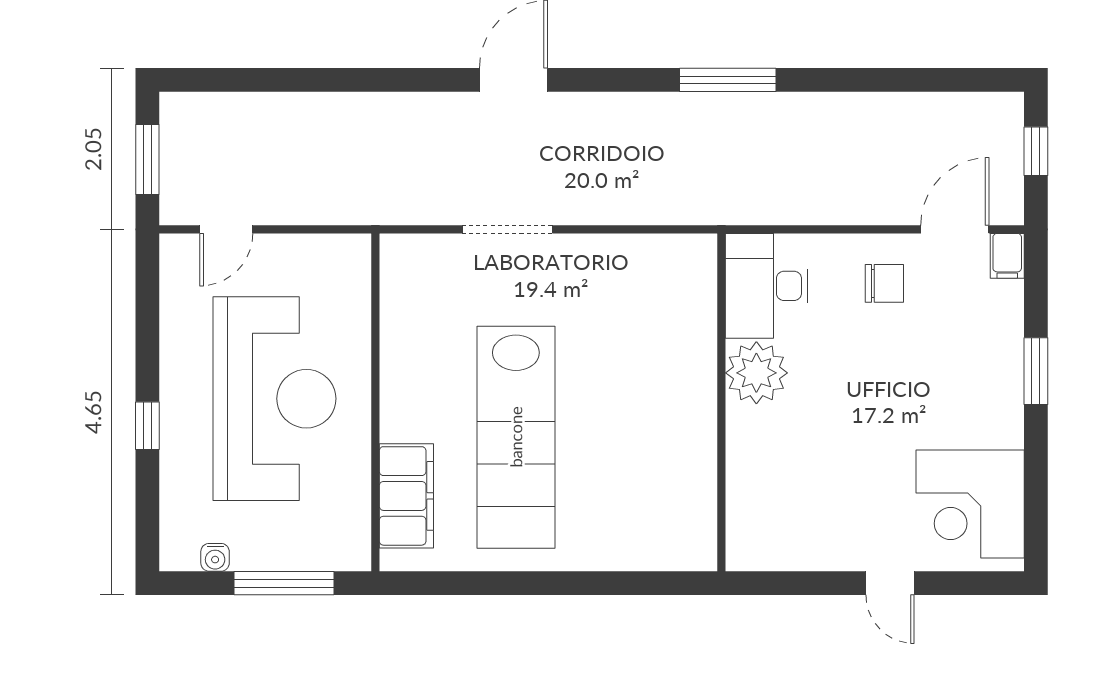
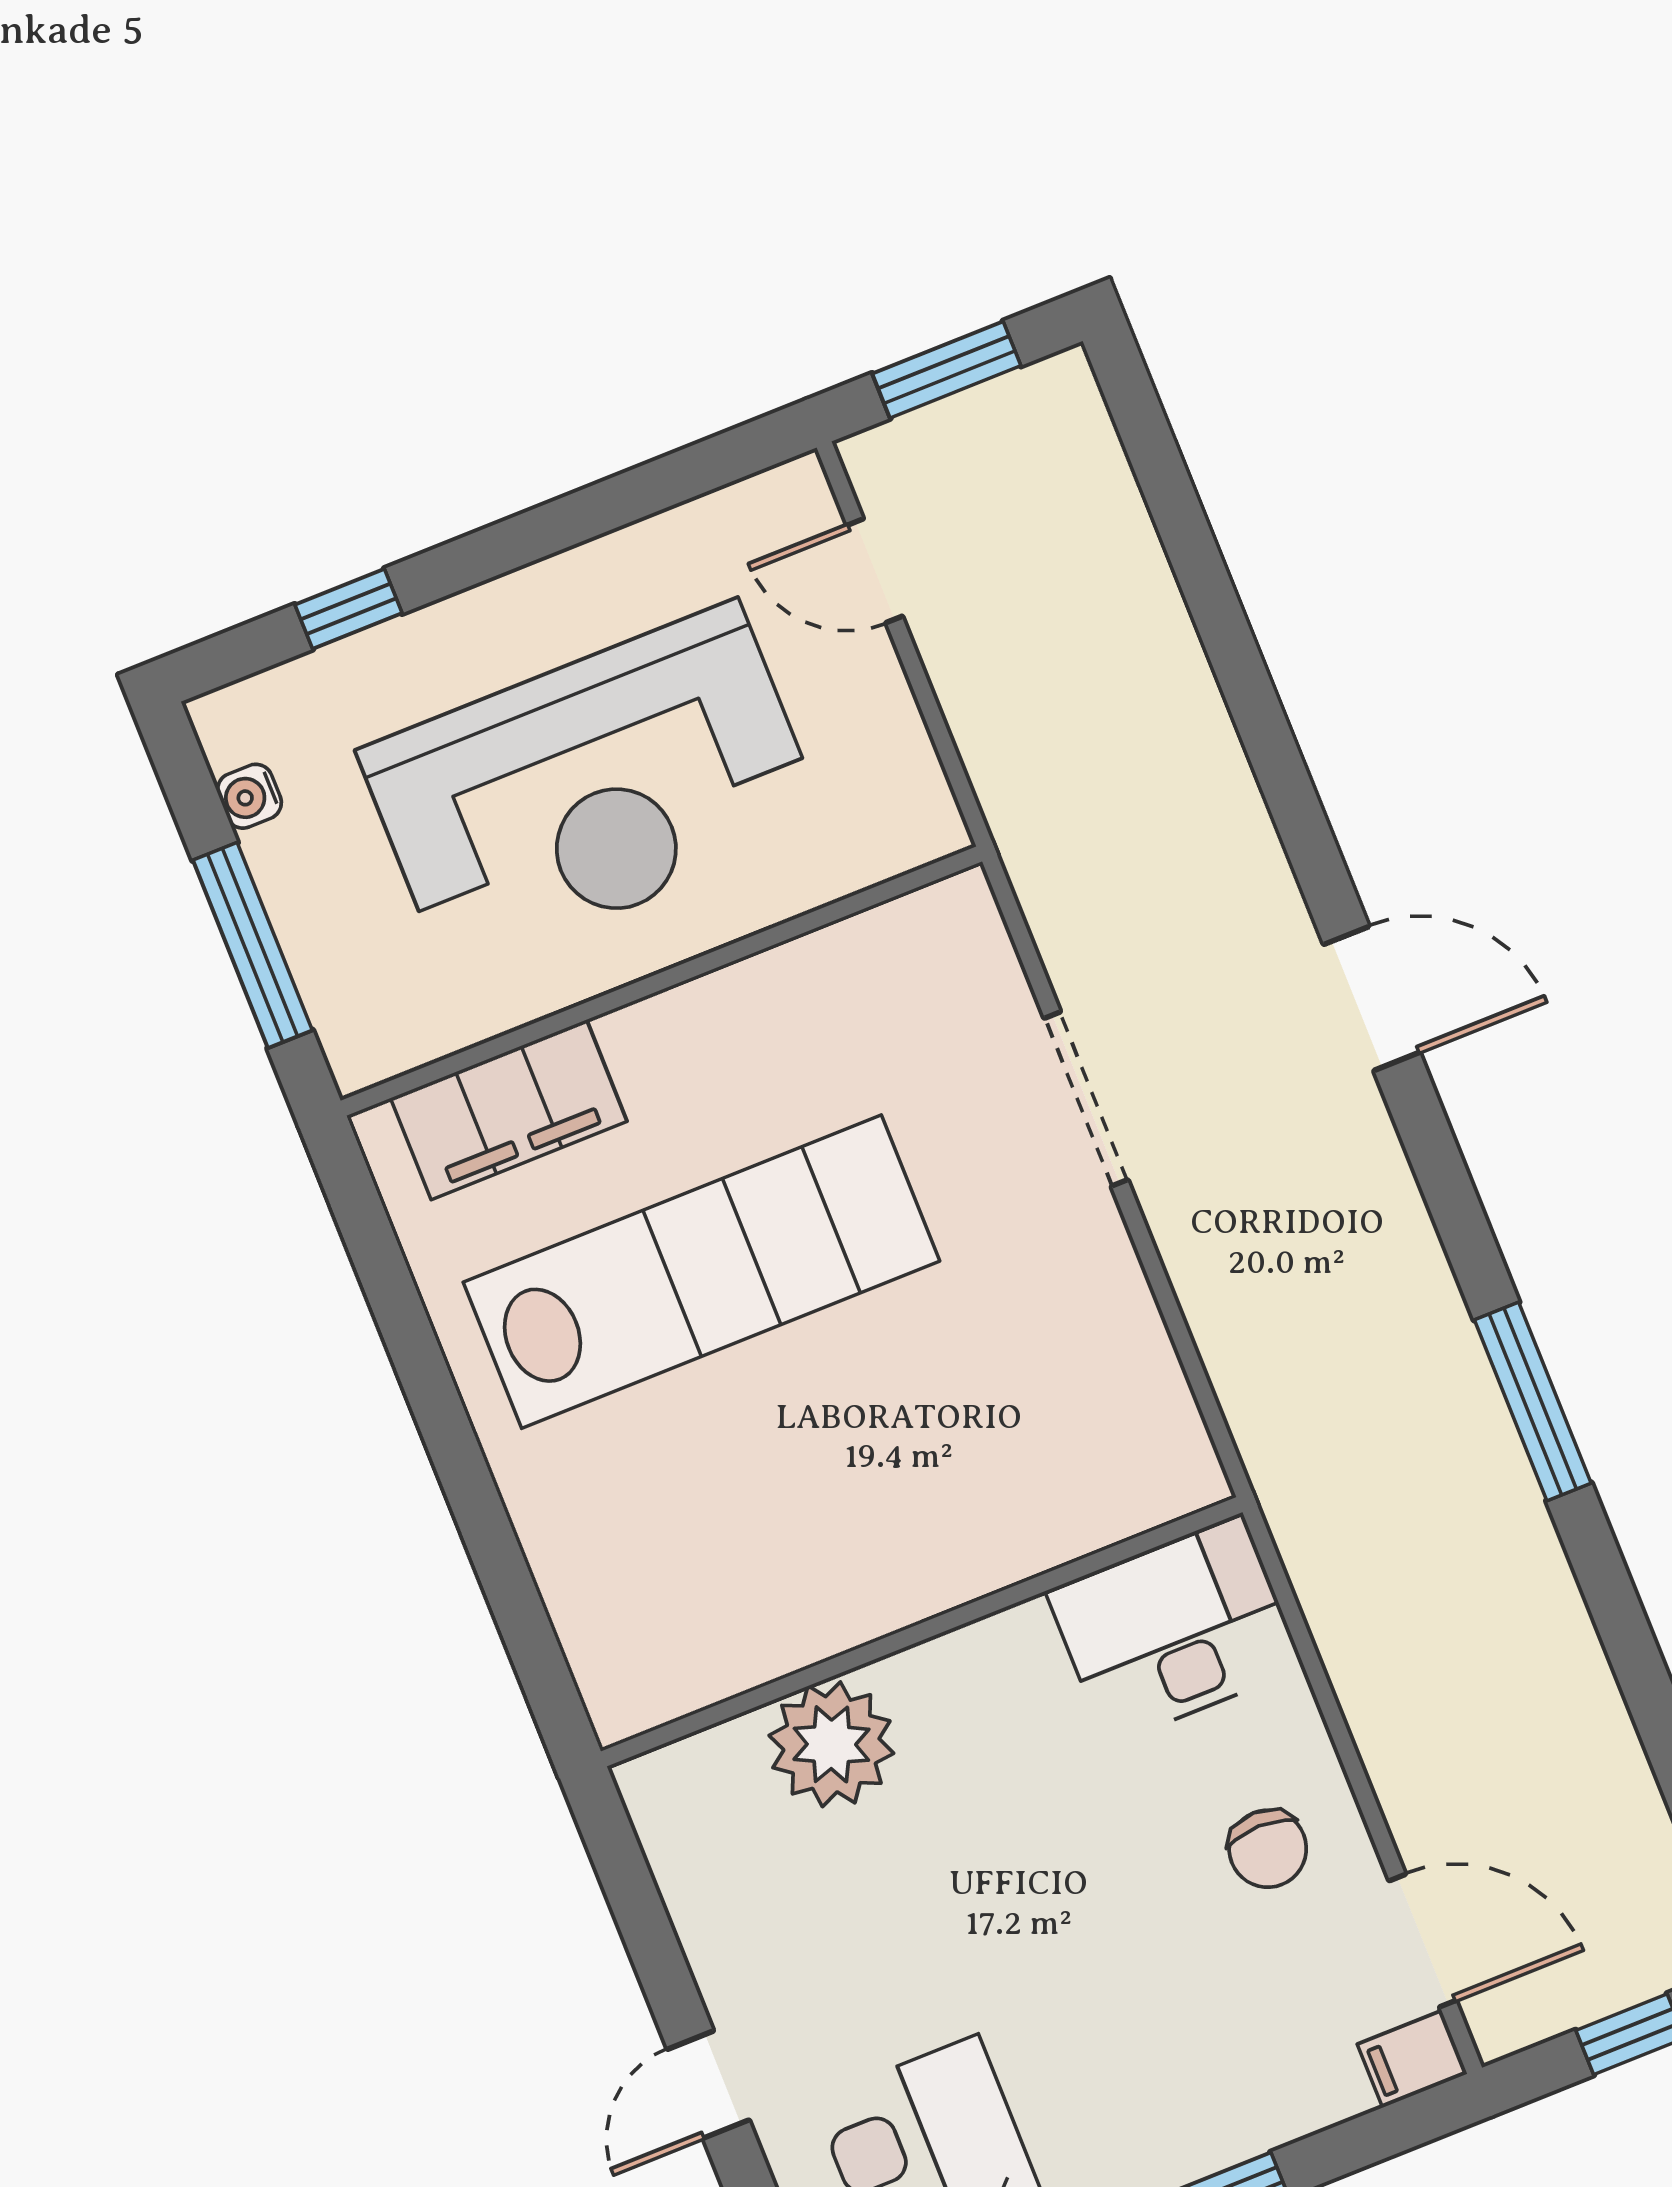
plant: (756, 373) -> (831, 1744), moved
window: (147, 426) -> (348, 609), moved
lab bench: (516, 437) -> (701, 1272), turned 180

